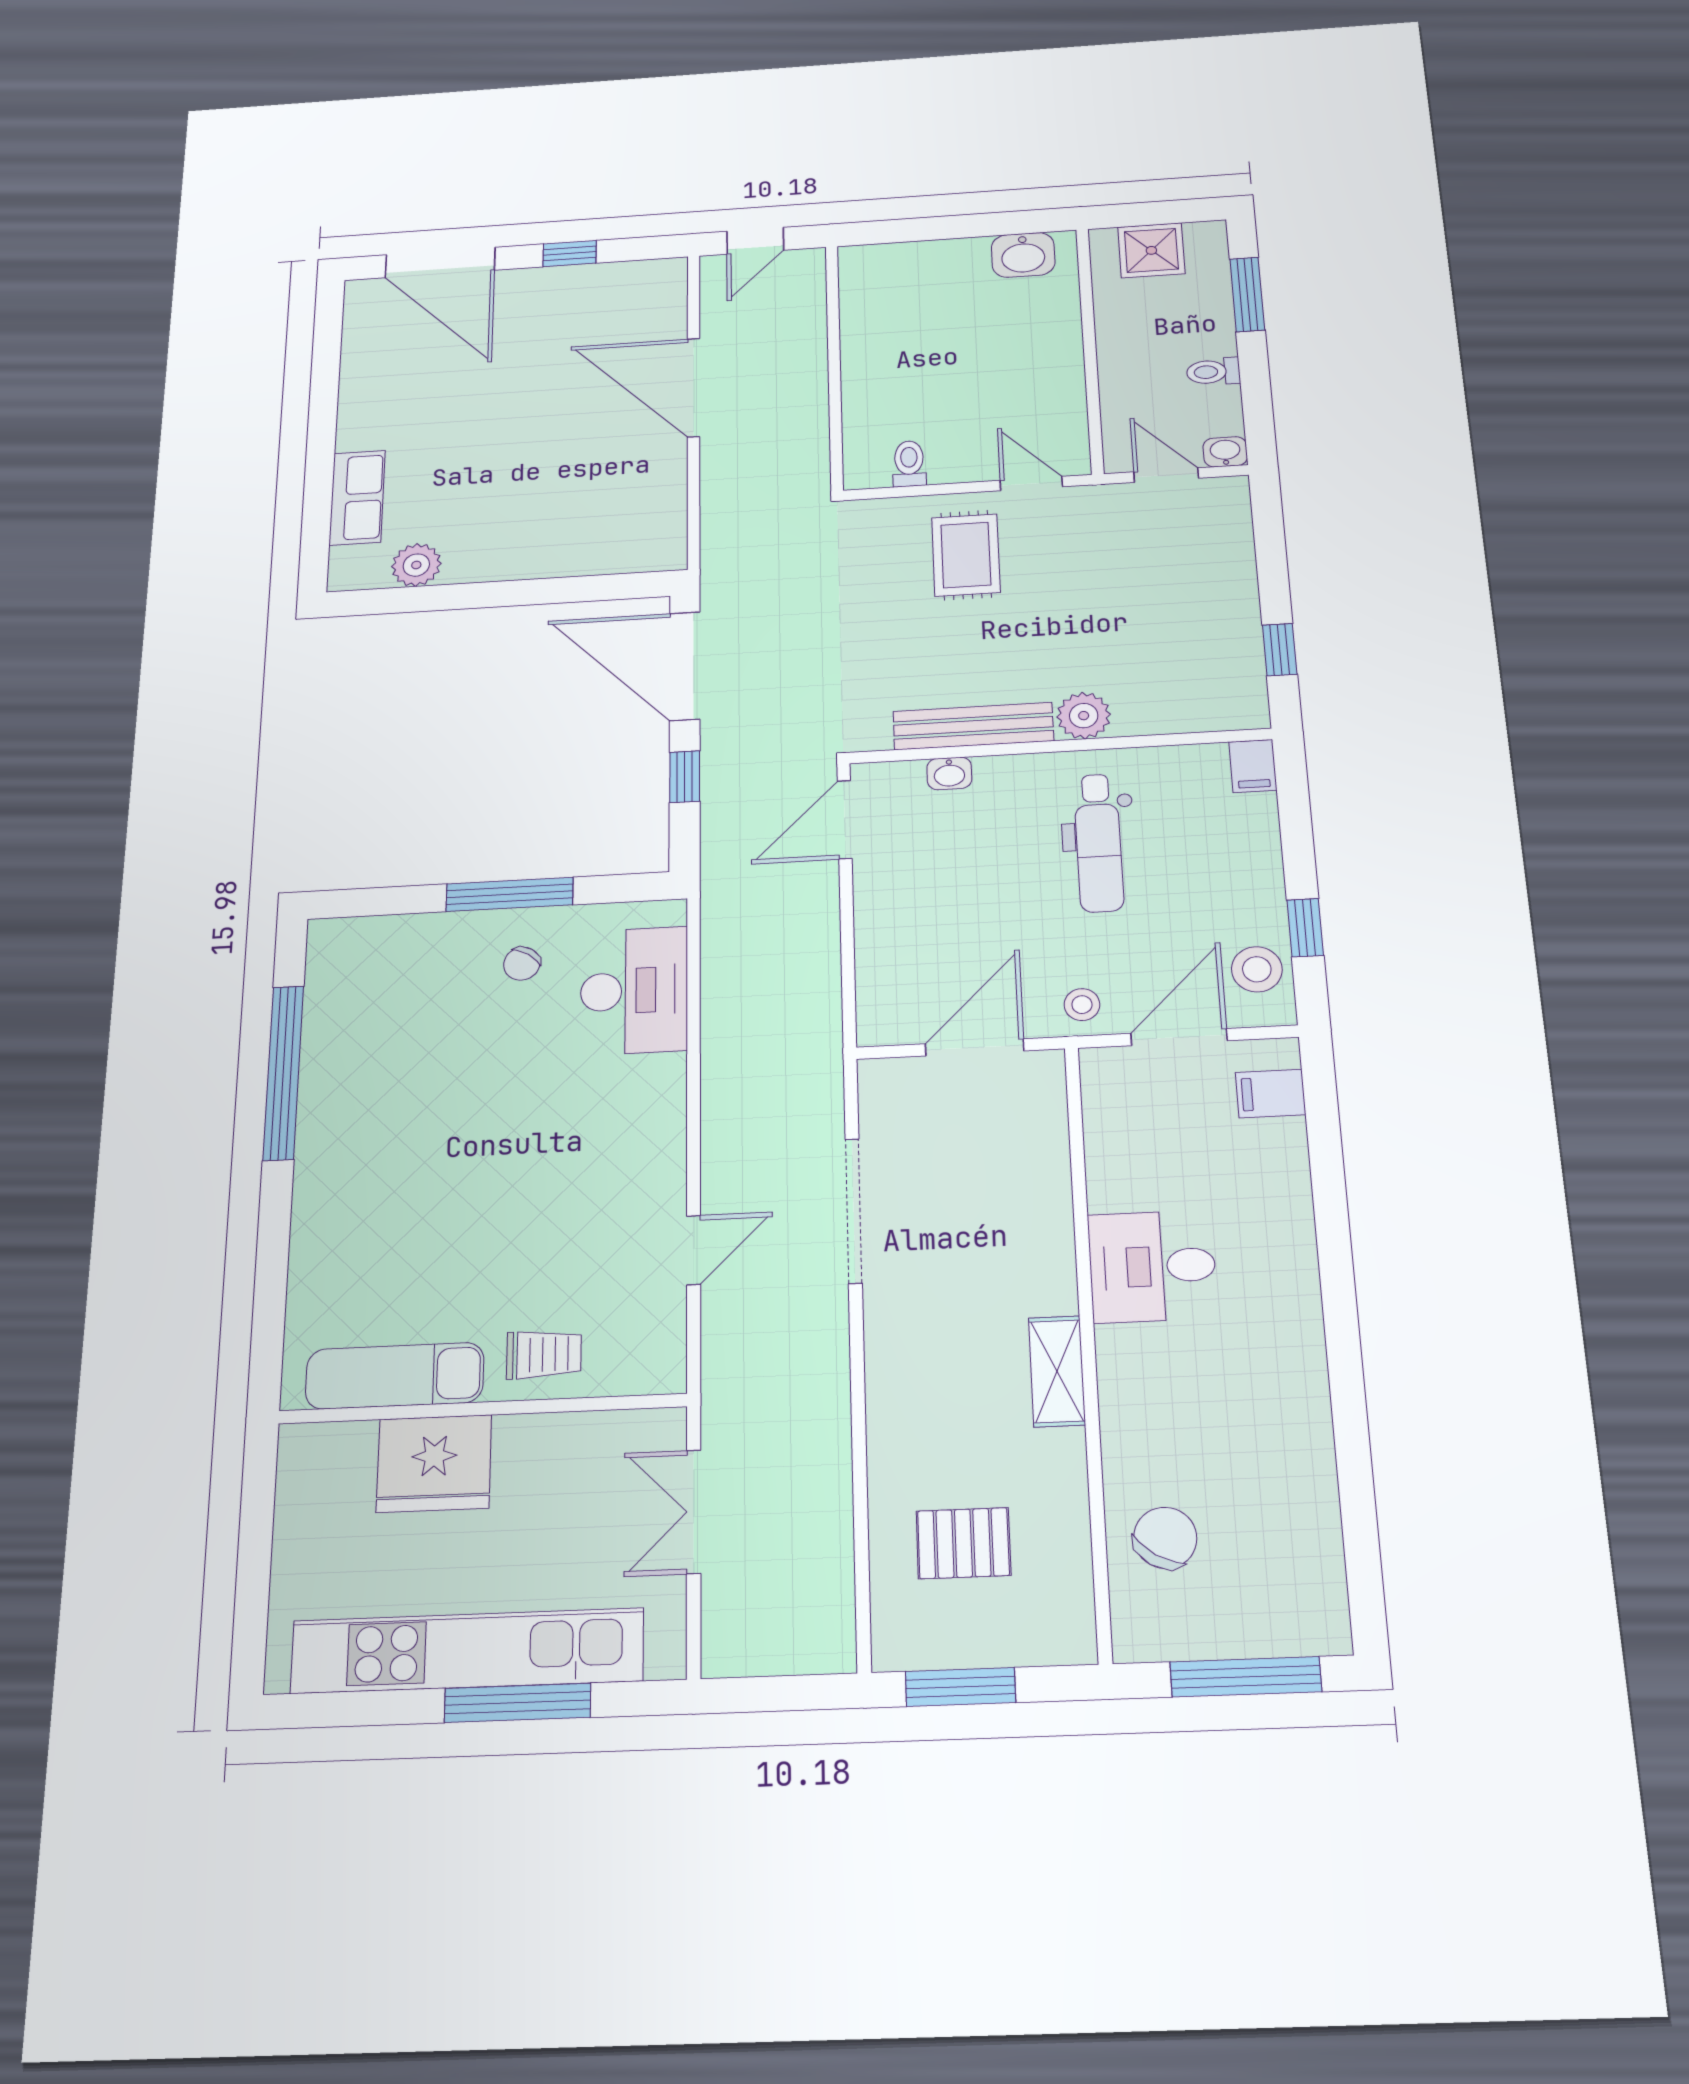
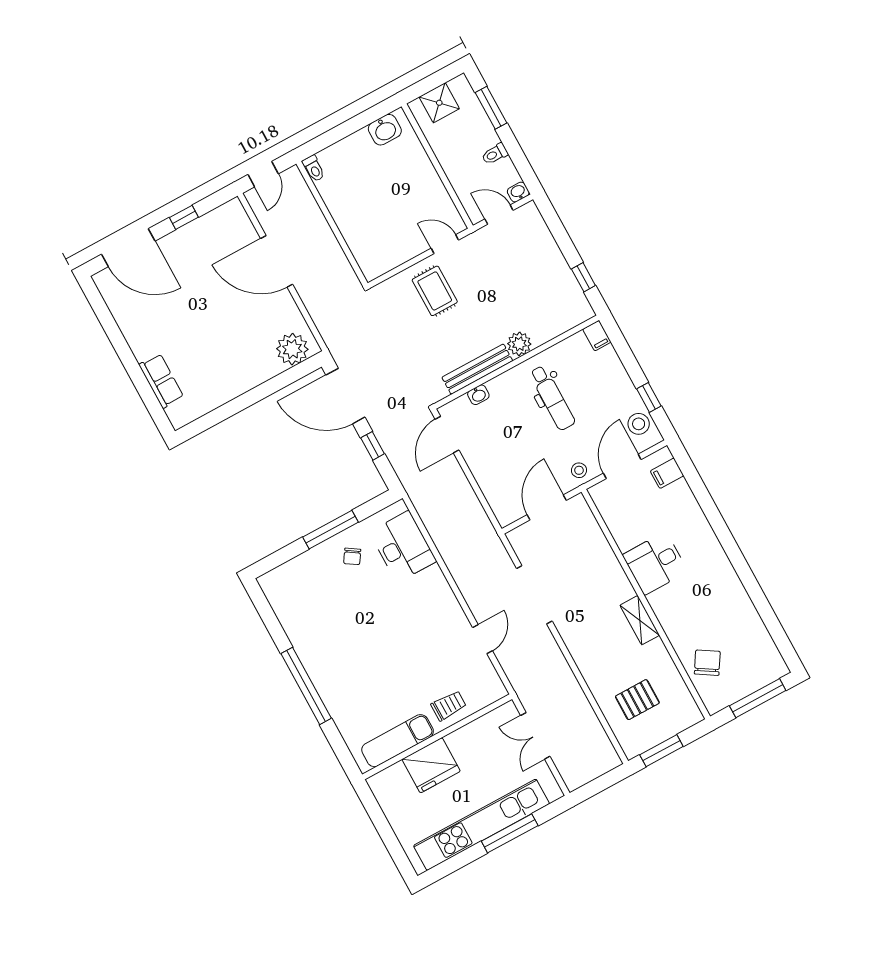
toilet: (909, 464) -> (314, 168), moved, turned 180
plant: (416, 565) -> (292, 349), moved, width x1.36, depth x1.36
window: (283, 1073) -> (306, 686), moved

